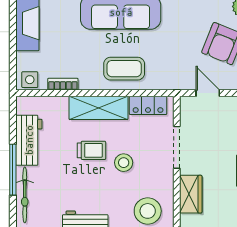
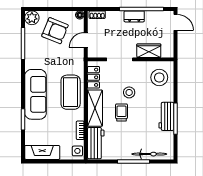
coffee table: (124, 69) -> (71, 92), width x1.36, depth x1.32
workbench: (29, 140) -> (96, 143), moved, turned 90

